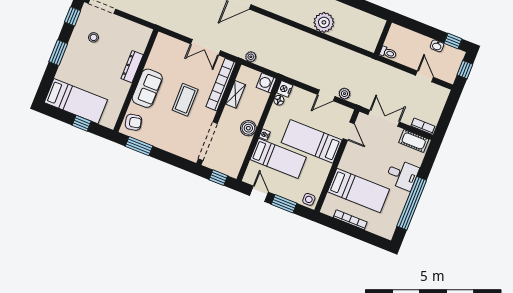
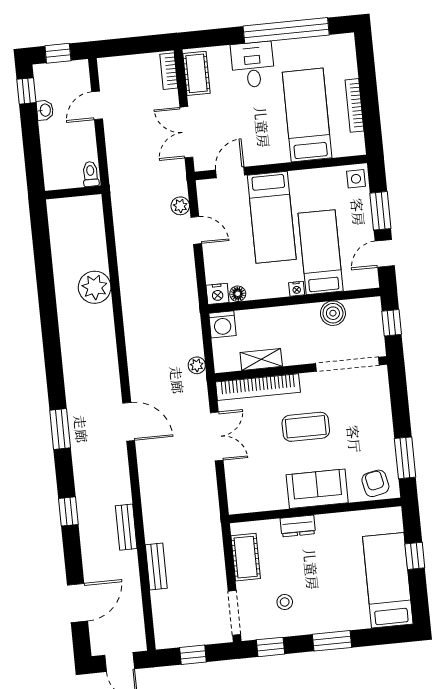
cot: (130, 29) -> (246, 557), added
dresser: (132, 67) -> (298, 526), width x0.70
boiler: (248, 128) -> (333, 313), moved

